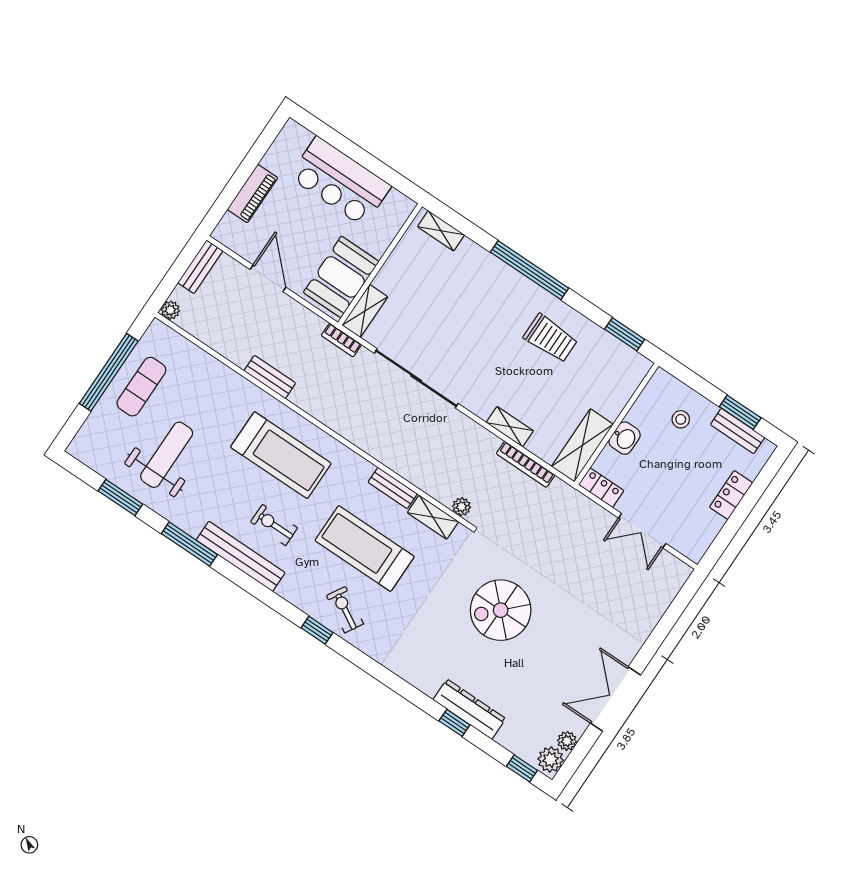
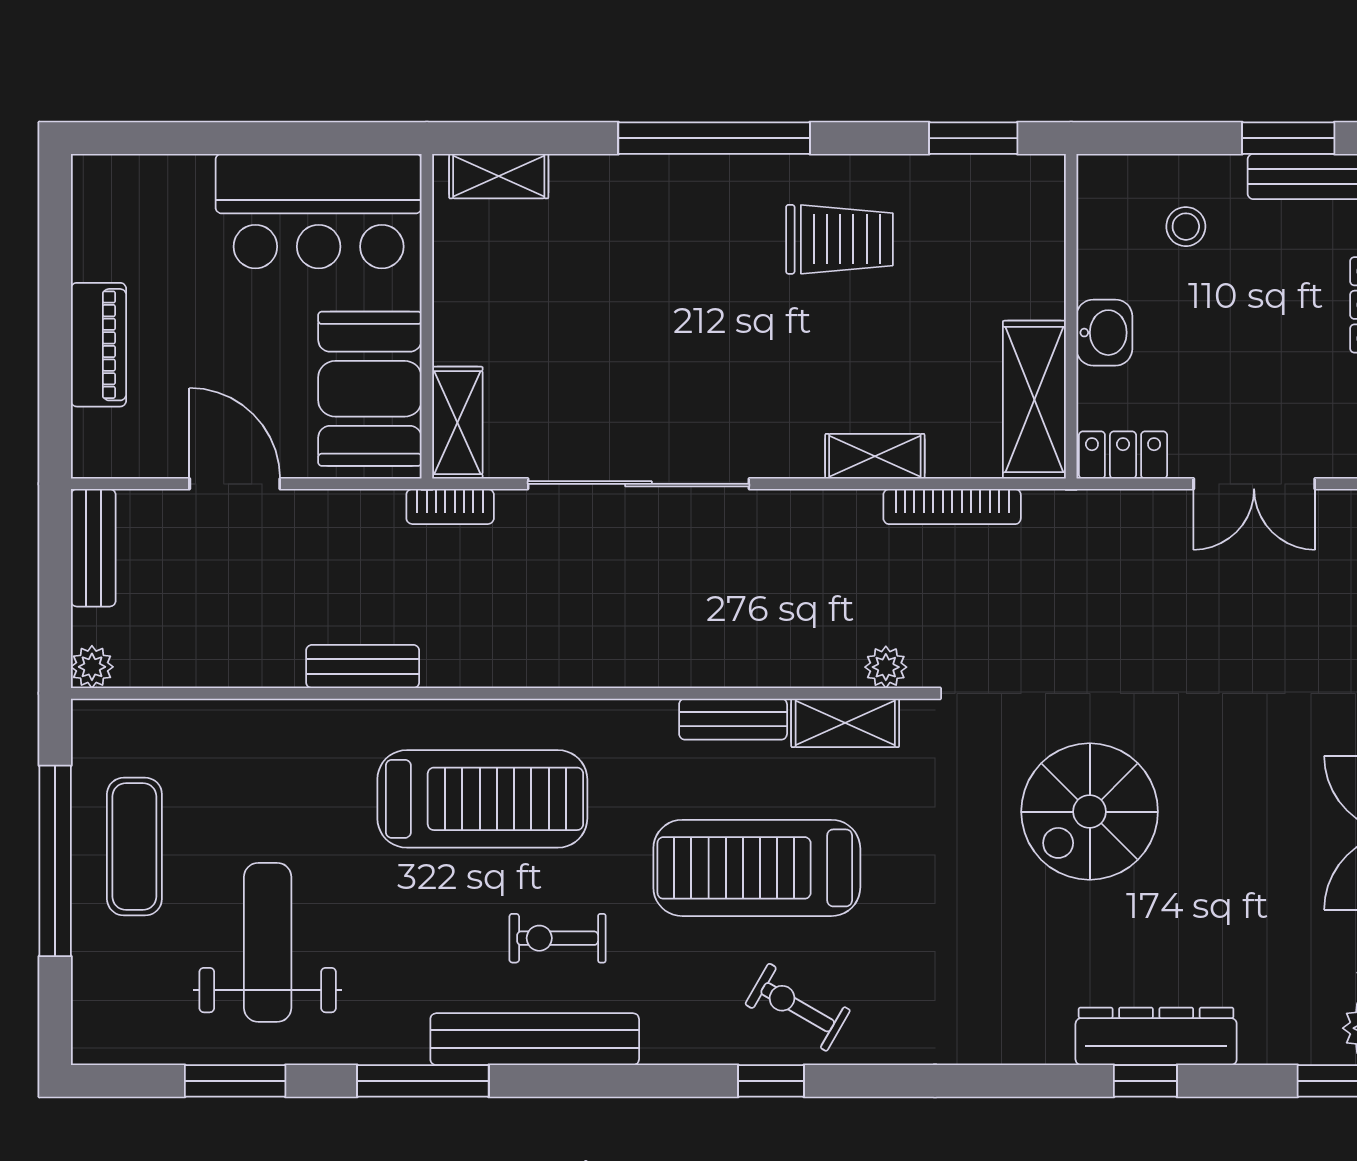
bar counter: (340, 181) -> (319, 211), moved

